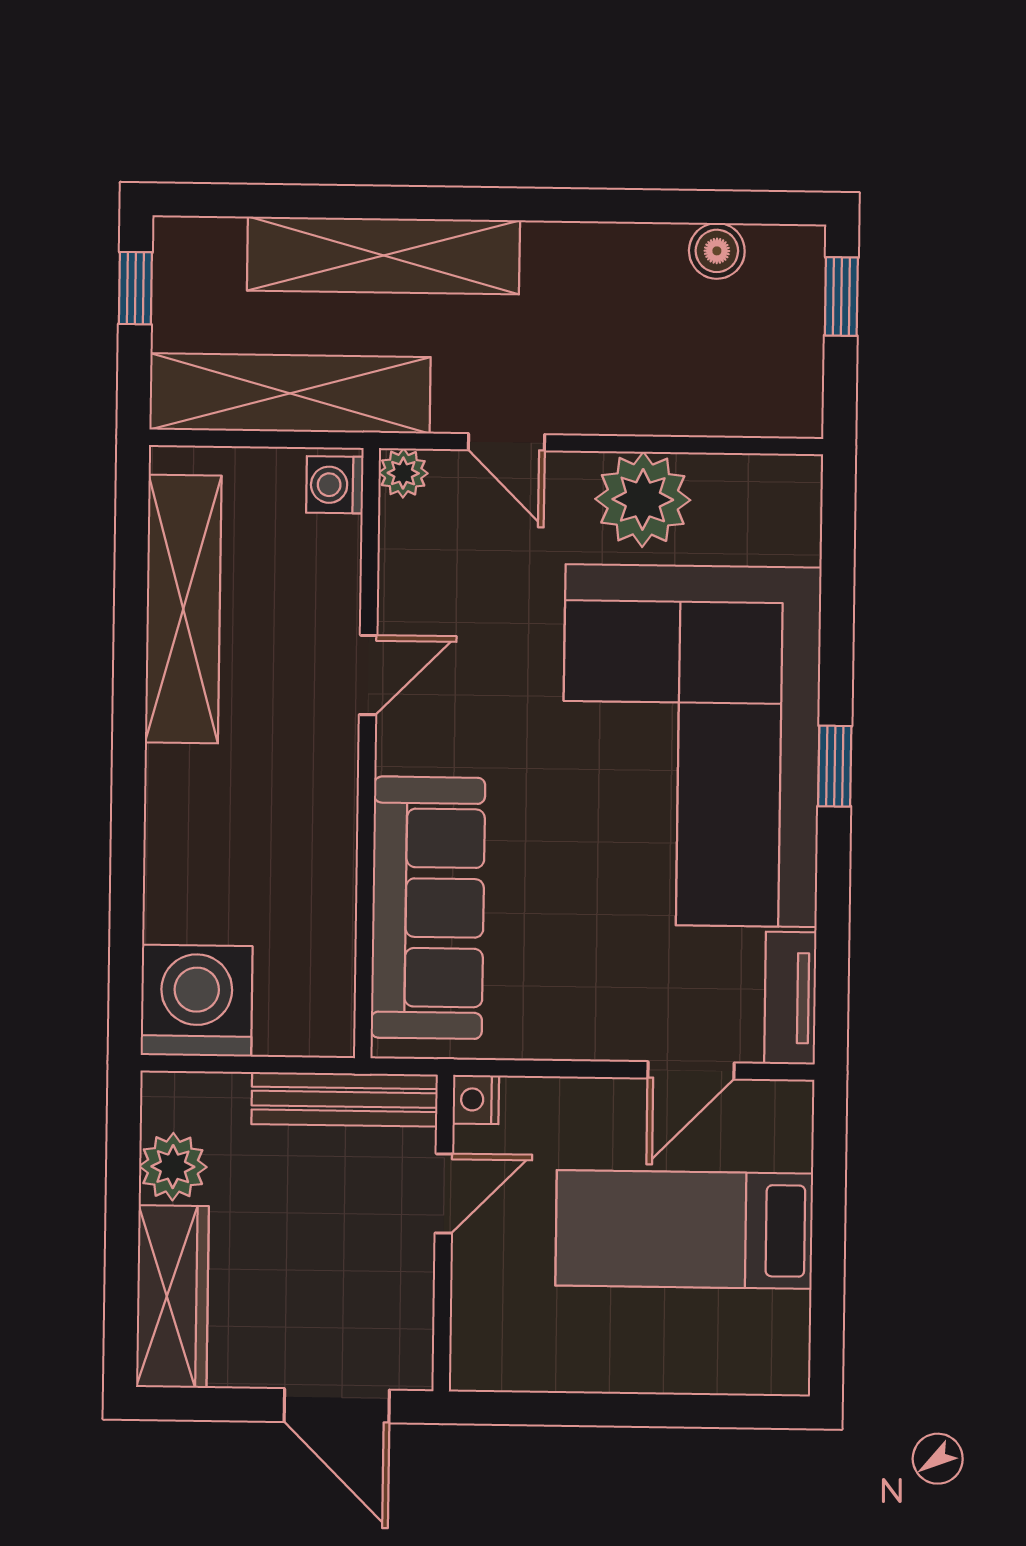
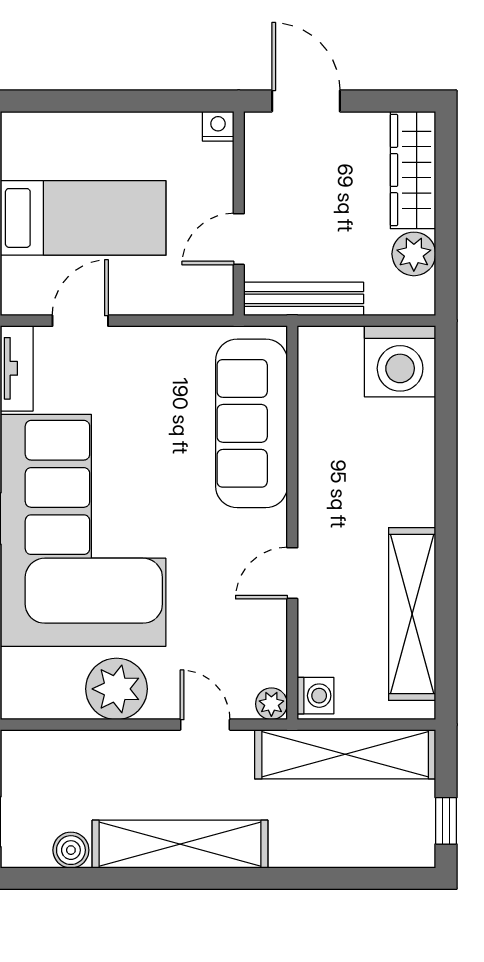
shelving: (383, 255) -> (180, 844), moved
nightstand: (476, 1099) -> (218, 126), moved, turned -90

